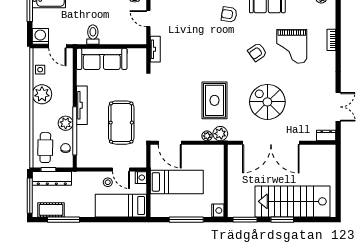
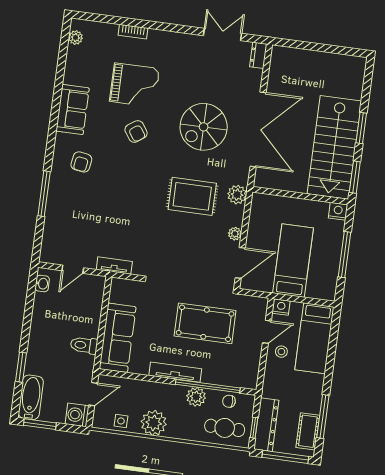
plant: (207, 136) -> (235, 234), moved
stairs: (292, 201) -> (334, 147), moved

